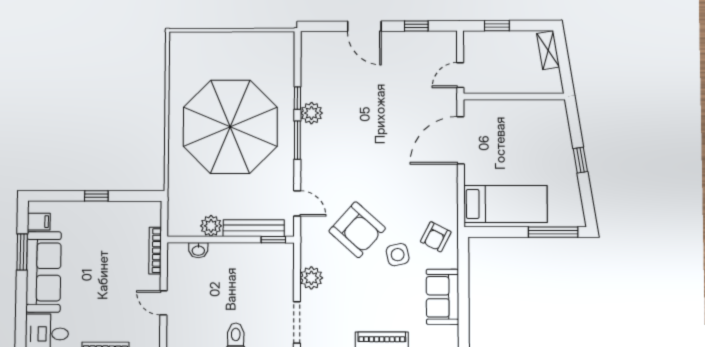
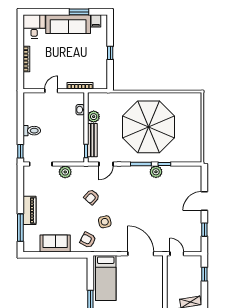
armchair: (357, 230) -> (92, 197), width x0.53, depth x0.53
side table: (398, 255) -> (105, 222), moved

